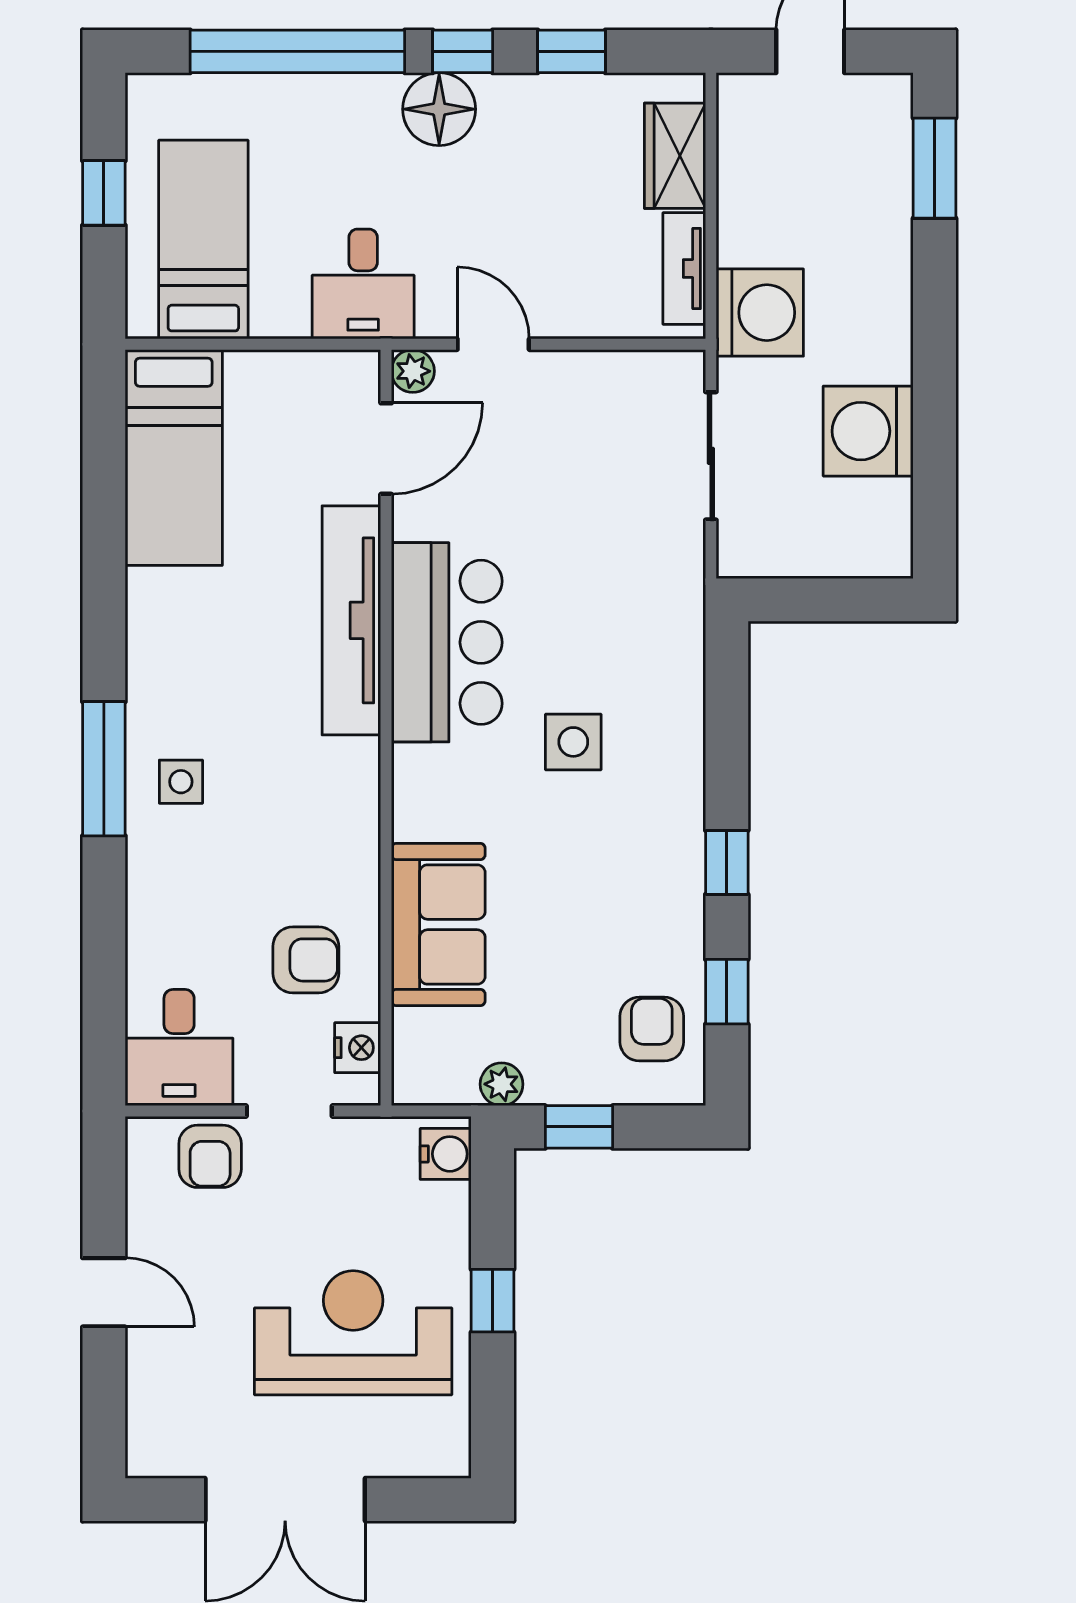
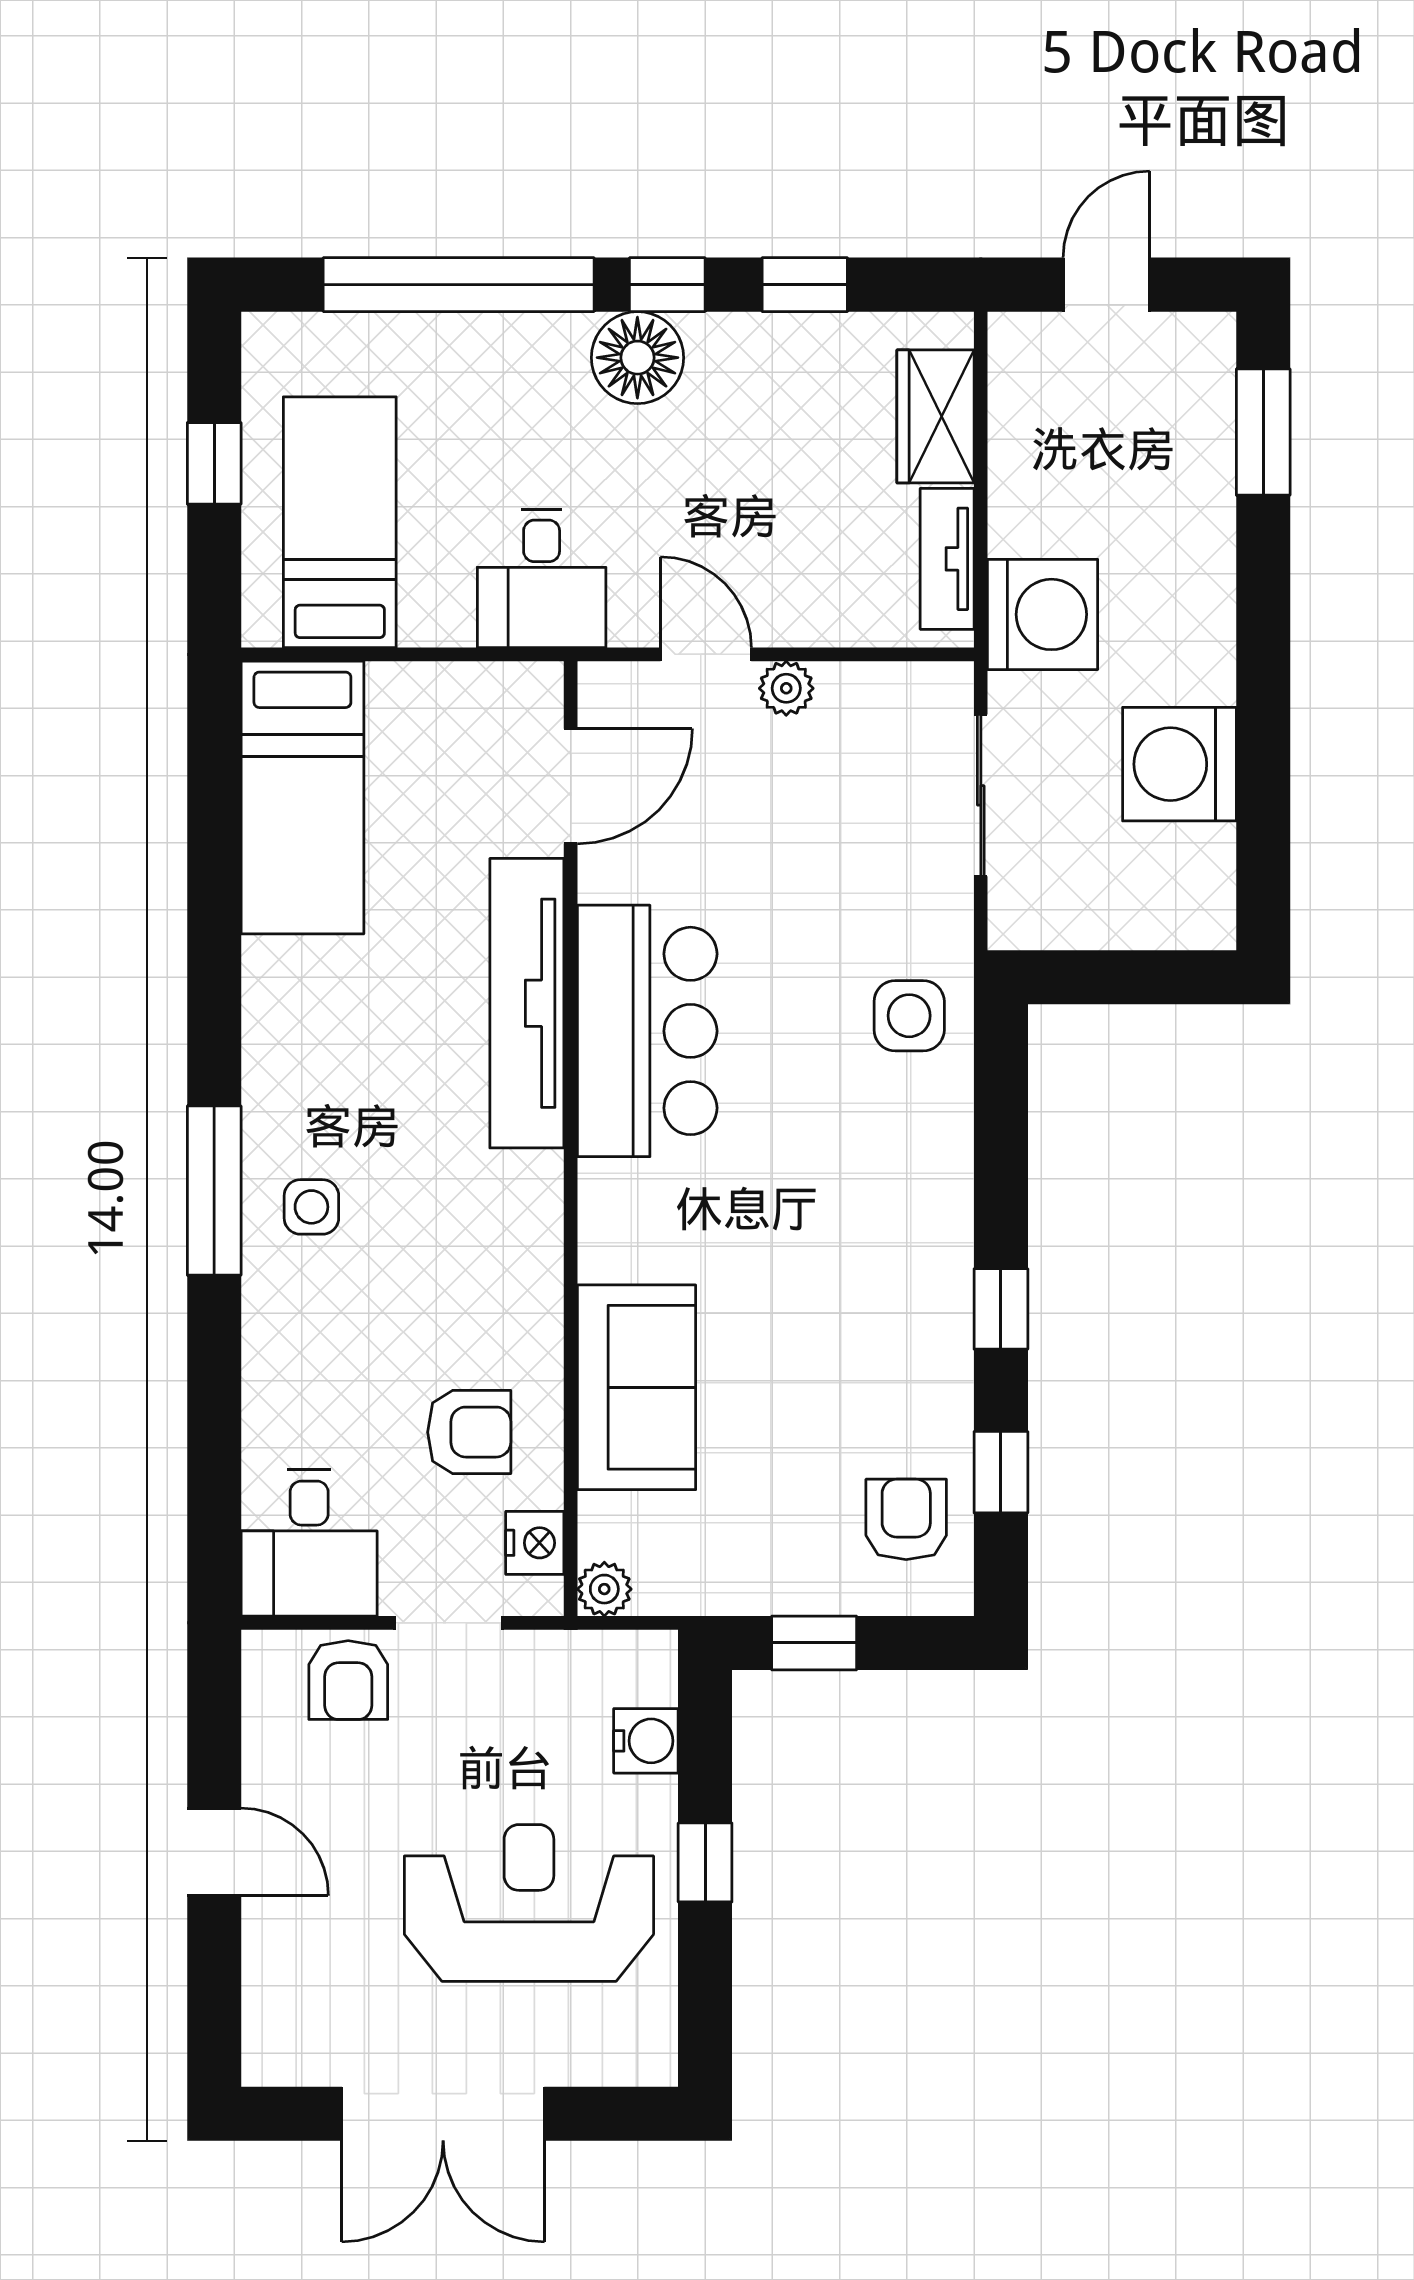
plant: (413, 371) -> (786, 688), moved
side table: (573, 742) -> (909, 1016), moved
plant: (502, 1084) -> (604, 1589), moved
water cooler: (446, 1154) -> (646, 1741), moved

